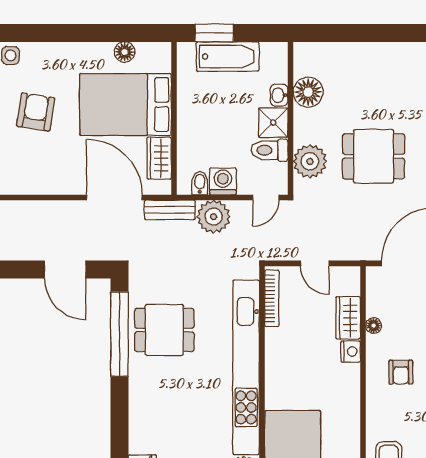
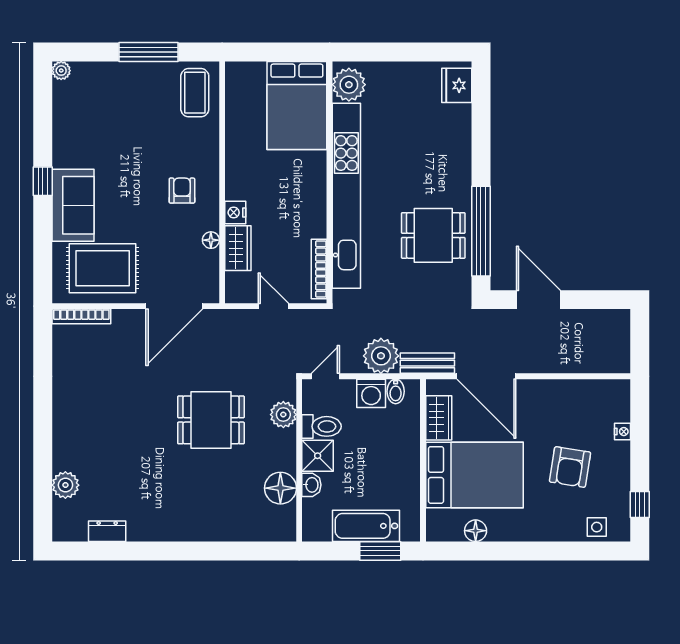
plant: (310, 161) -> (283, 415), width x0.73, depth x0.73

